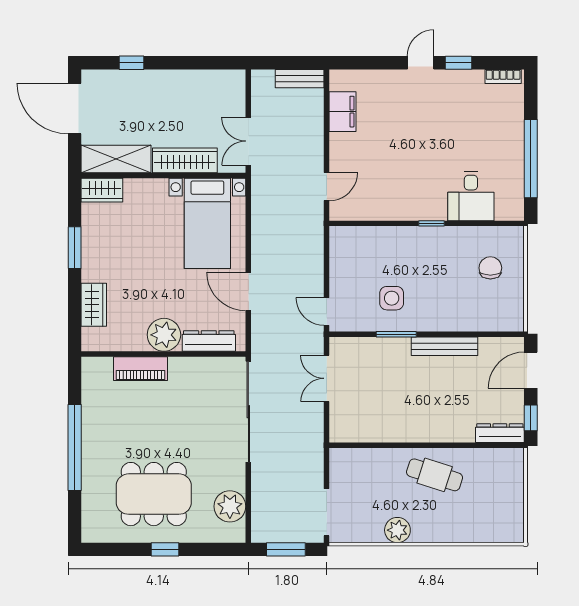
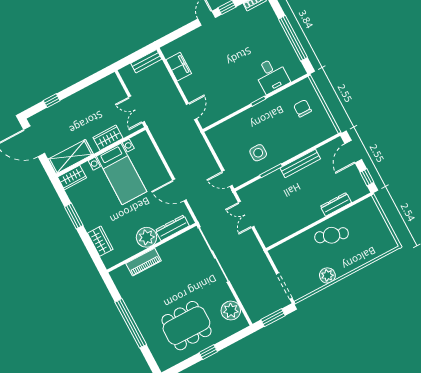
wardrobe: (185, 160) -> (108, 138), width x0.67
bed with nightstands: (207, 223) -> (122, 174), moved
dresser: (500, 433) -> (336, 204), moved

